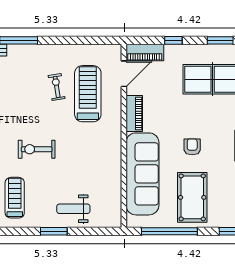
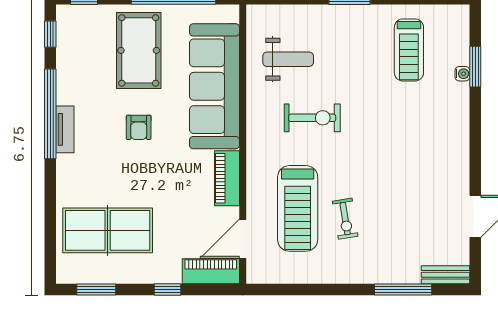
exercise bike: (37, 149) -> (312, 118), moved
weight bench: (73, 209) -> (288, 59), moved

